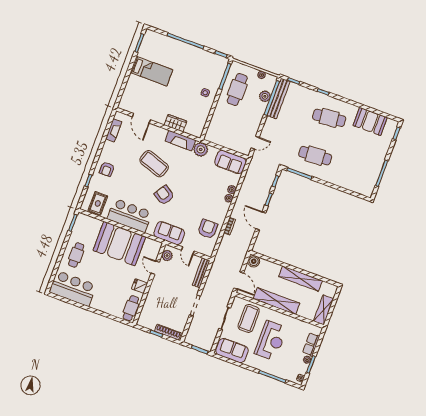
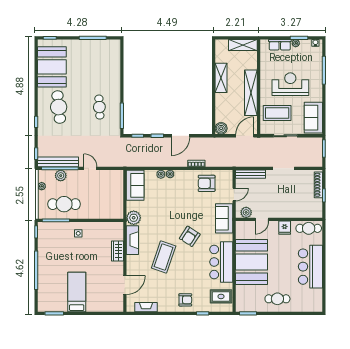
booth: (370, 121) -> (52, 67), width x1.36, depth x1.42
door: (255, 143) -> (90, 168), moved
cafe table: (315, 156) -> (99, 107), width x0.73, depth x0.74
shelving: (300, 279) -> (221, 78), width x0.68
bar counter: (73, 289) -> (310, 267), moved

